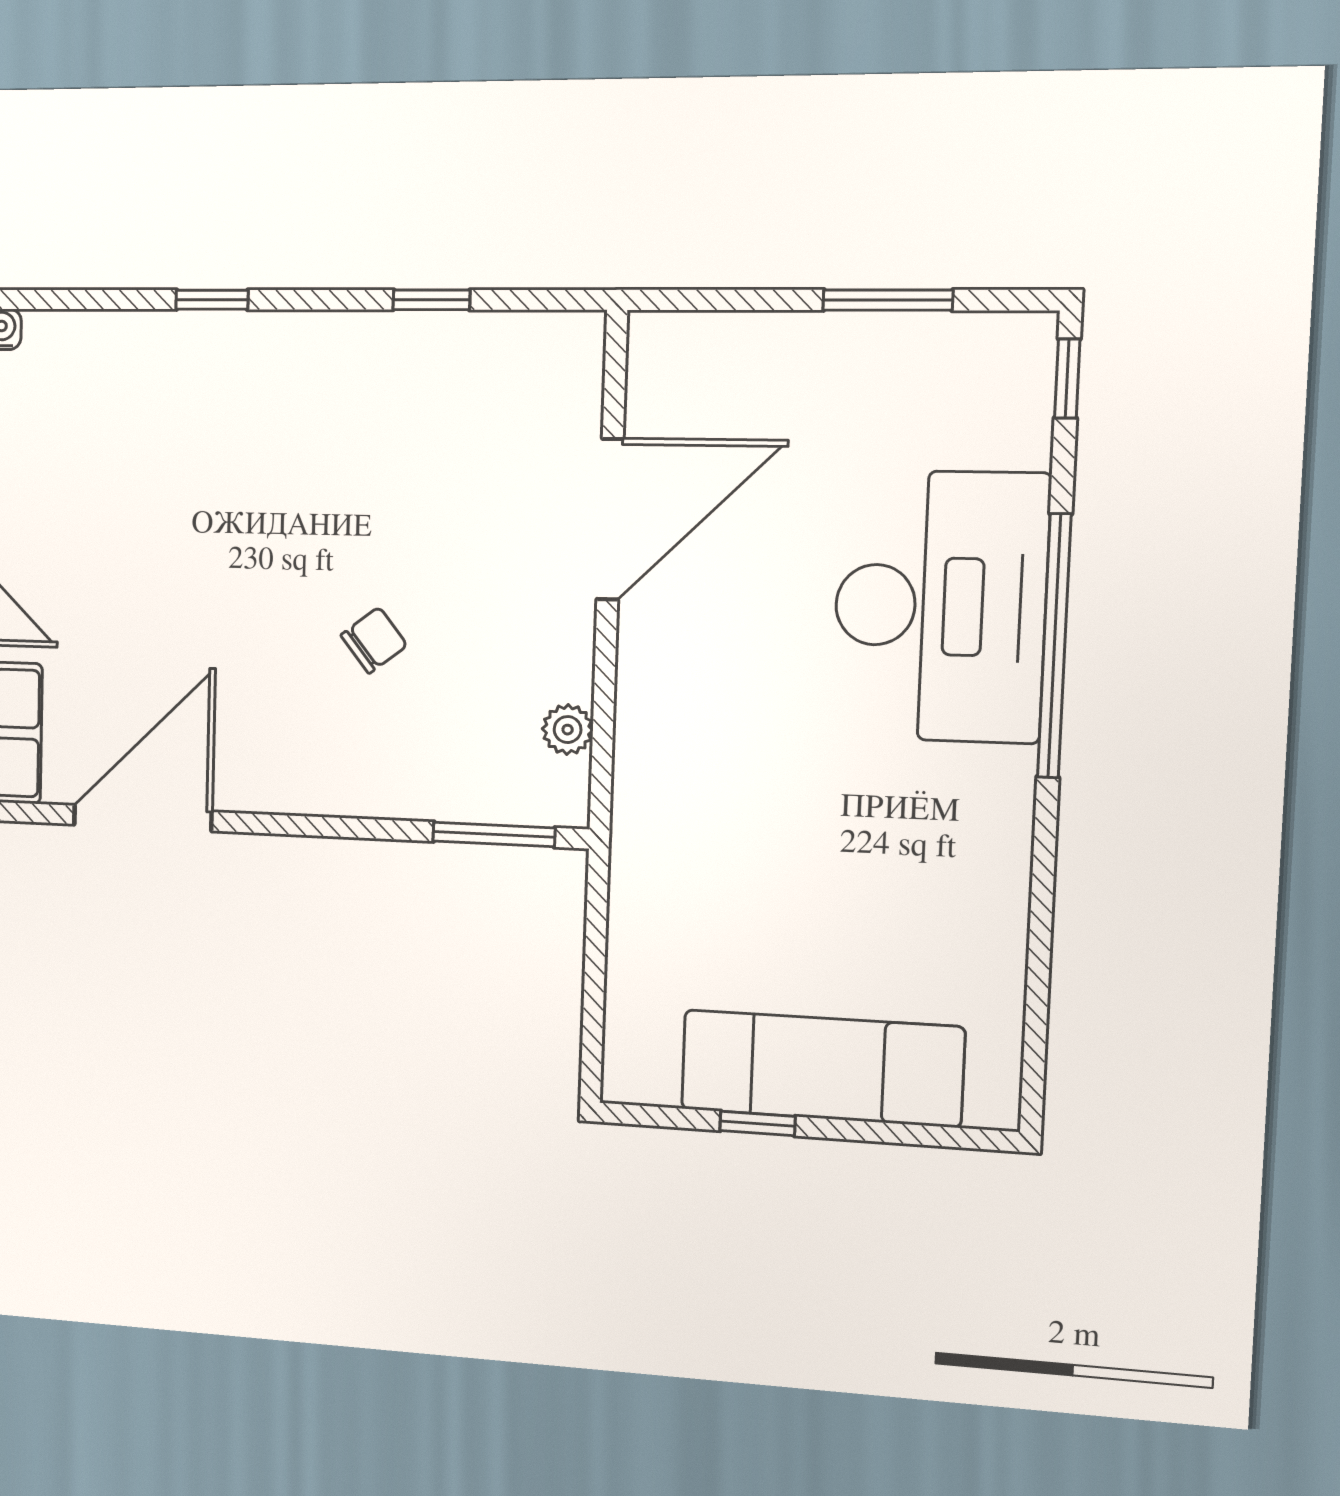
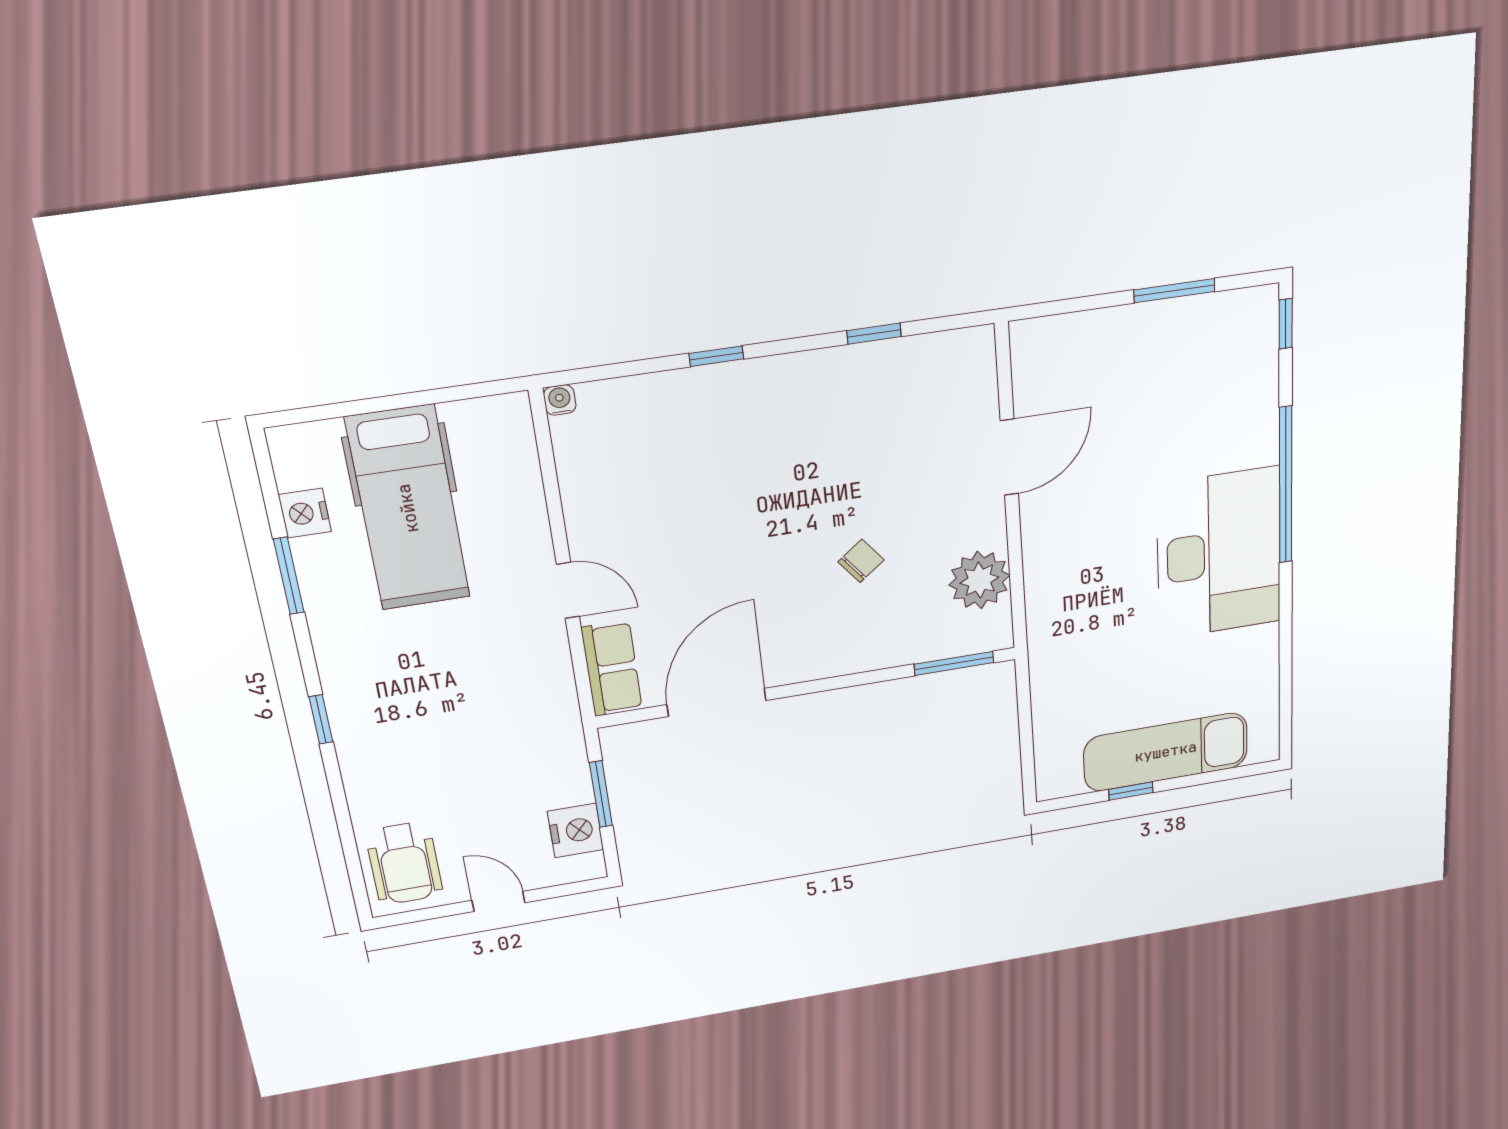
door: (610, 519) -> (1009, 457), width x0.73
desk: (940, 606) -> (1219, 554), moved
plant: (568, 730) -> (979, 580), width x1.88, depth x1.88

